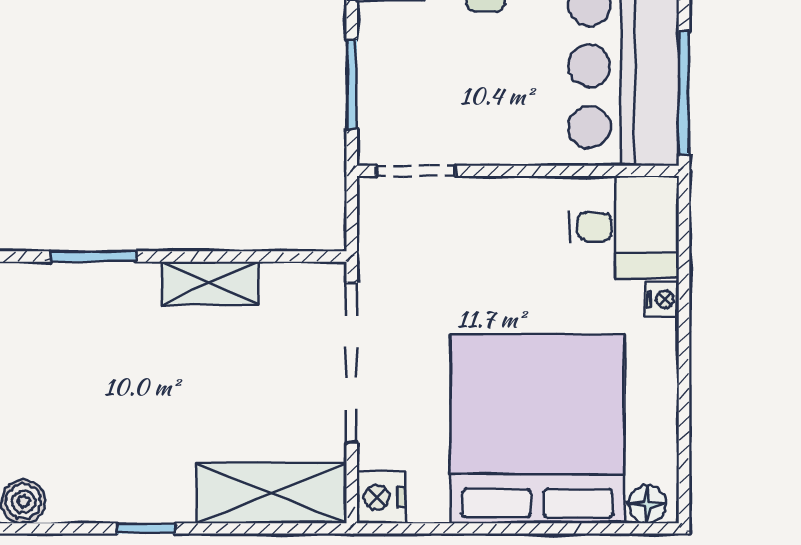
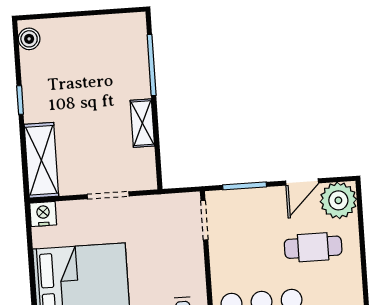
window: (93, 257) -> (152, 65), width x1.44
doorway: (352, 363) -> (108, 195), width x0.53

